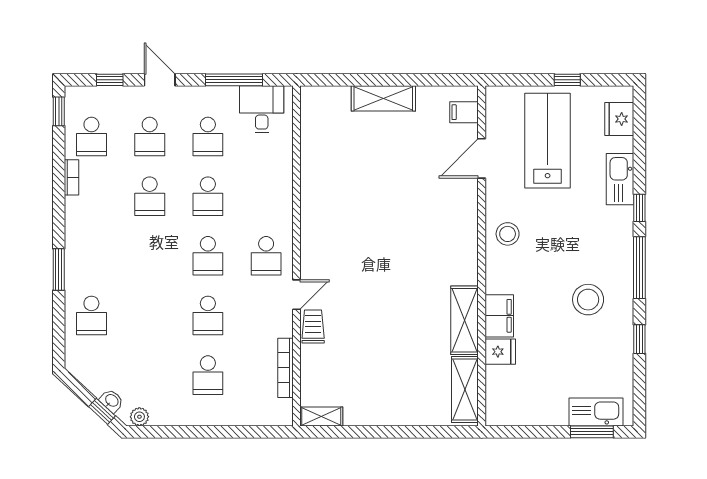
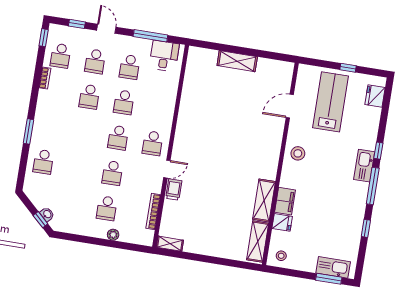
filing cabinet: (464, 112) -> (284, 77), removed
kitchen sink: (620, 179) -> (364, 166), moved
stool: (588, 300) -> (281, 256), moved, width x0.53, depth x0.53
plant: (139, 417) -> (113, 235), moved

